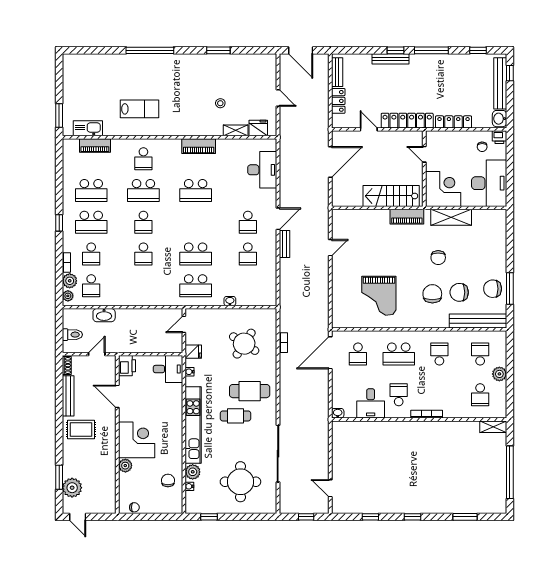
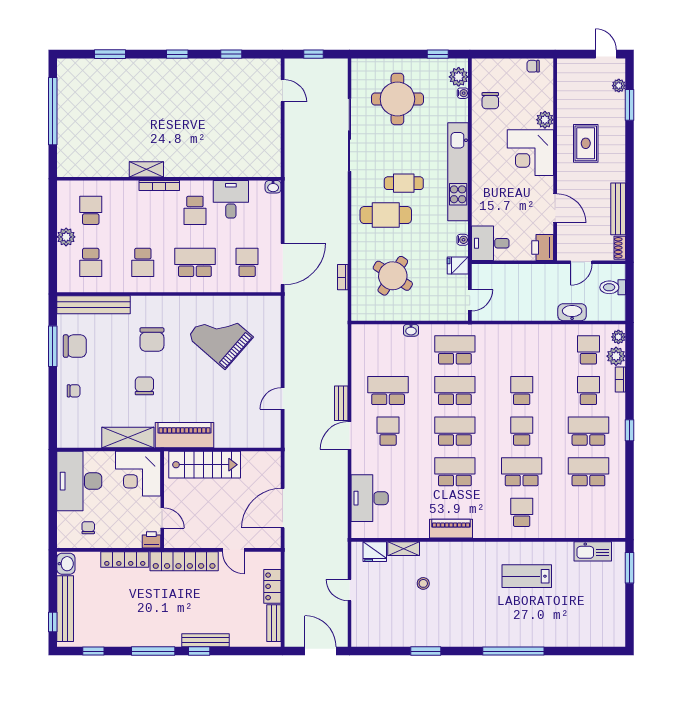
printer: (499, 137) -> (151, 540), moved
piano: (95, 145) -> (584, 529), removed
piano: (407, 217) -> (184, 435), width x1.37, depth x1.33
school desk: (196, 222) -> (455, 431), added
school desk: (248, 254) -> (388, 391), width x1.85
chair: (459, 292) -> (74, 391), moved, width x0.54, depth x0.54
grand piano: (379, 296) -> (220, 337), turned -49
shelving: (493, 427) -> (146, 169), moved
rug: (81, 430) -> (586, 143), moved, turned 90
plant: (193, 472) -> (459, 77), moved
plant: (72, 488) -> (619, 86), width x0.53, depth x0.53

